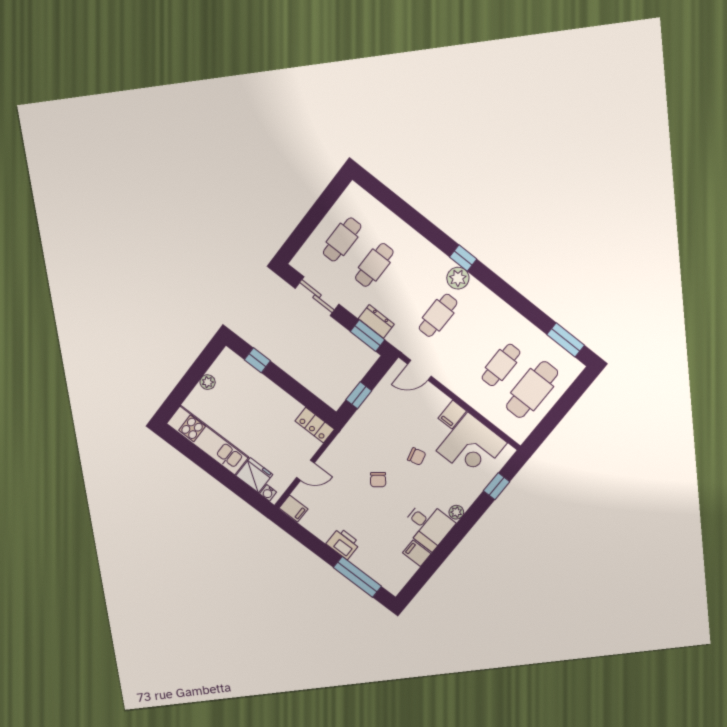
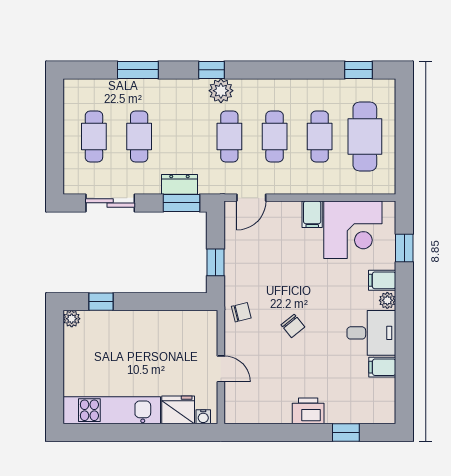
window: (411, 216) -> (138, 70), added
cafe table: (470, 340) -> (275, 136), added
window: (566, 340) -> (358, 70), width x0.67
plant: (208, 382) -> (72, 319), moved
locker: (315, 425) -> (197, 321), removed
chair: (417, 456) -> (241, 312), moved
door: (305, 470) -> (221, 369), hinge flipped
filing cabinet: (294, 508) -> (382, 280), moved, turned 180
window: (357, 577) -> (346, 432), width x0.46

